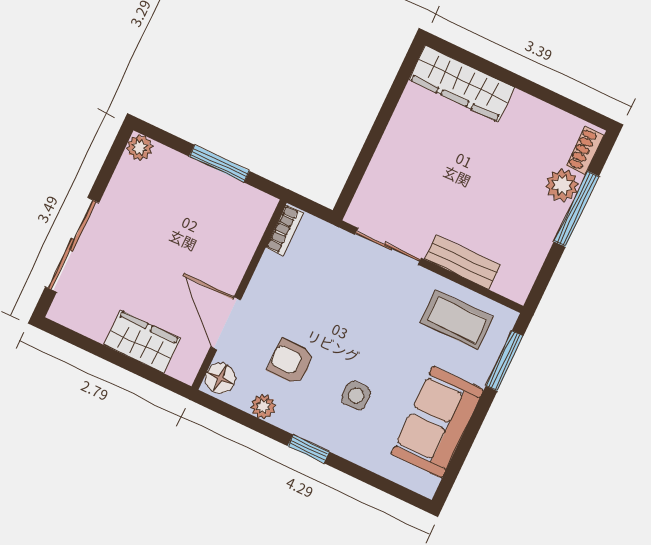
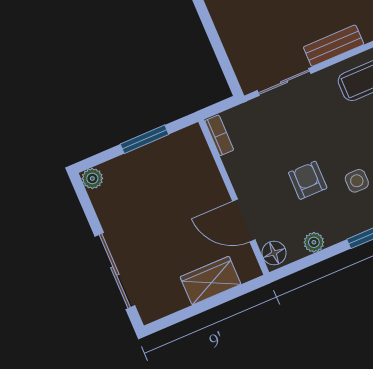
armchair: (291, 362) -> (308, 180), moved, turned 90

